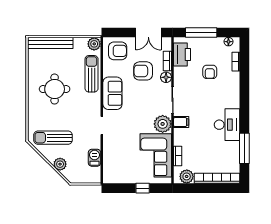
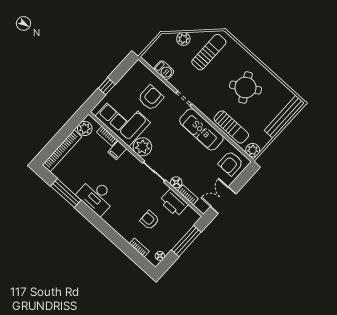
printer: (182, 55) -> (174, 203), moved
armchair: (143, 71) -> (151, 98), moved
round table: (55, 89) -> (245, 88), turned -30
sofa: (112, 93) -> (201, 129), width x1.36
filing cabinet: (181, 122) -> (117, 150), moved

